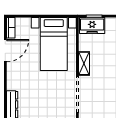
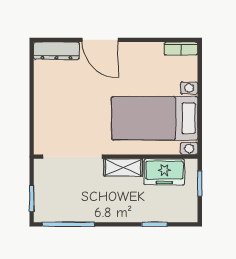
freezer: (92, 26) -> (164, 172), moved, turned -90
door: (5, 51) -> (100, 40), moved

